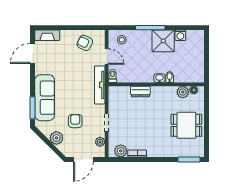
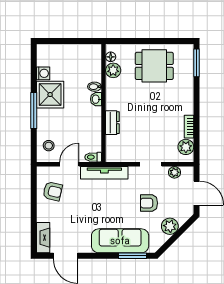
armchair: (85, 43) -> (53, 191), turned -103
dining table: (186, 125) -> (154, 66), turned 90

